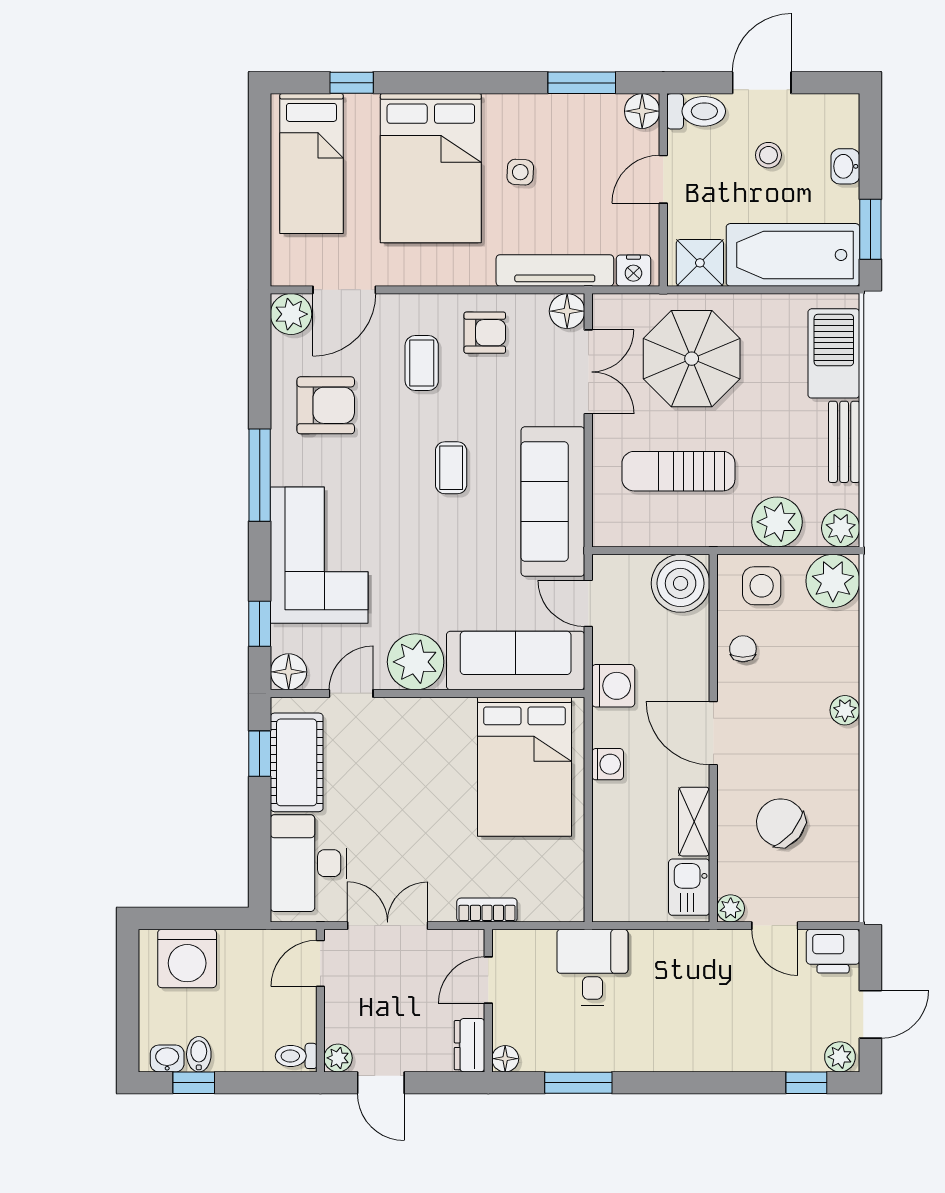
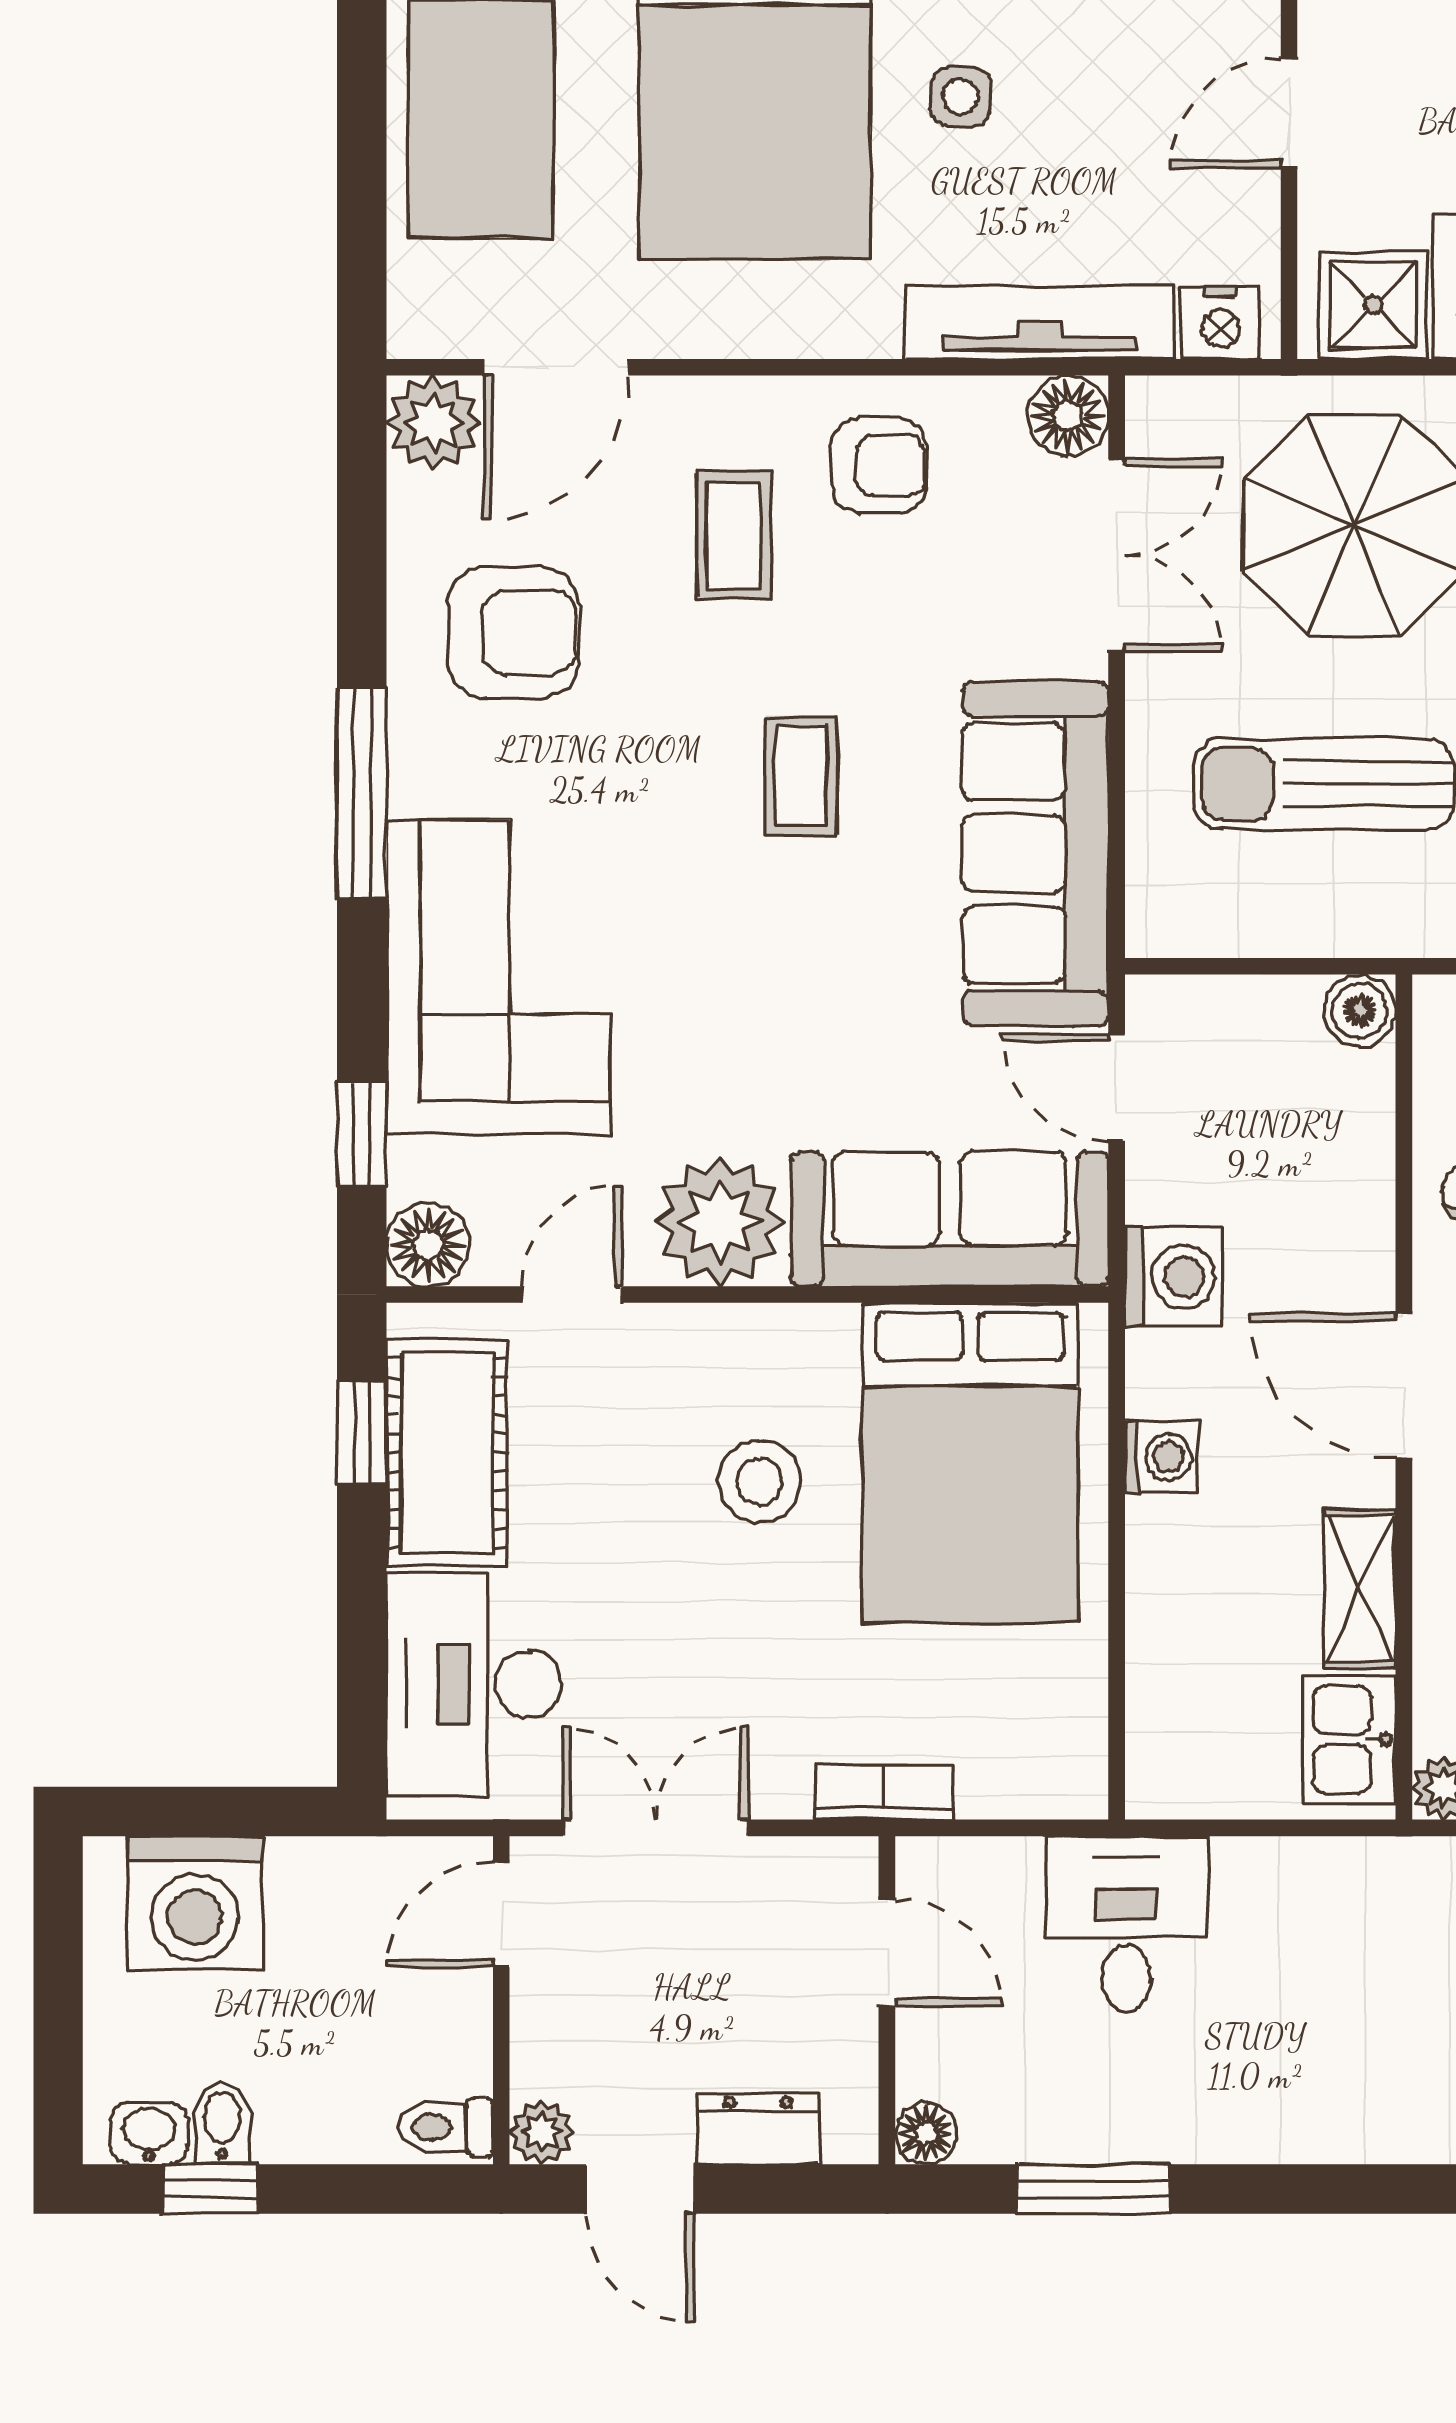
boiler: (681, 583) -> (1360, 1010), width x0.54, depth x0.54
stool: (433, 775) -> (759, 1481), added
door: (488, 980) -> (887, 1953), swing flipped
dresser: (470, 1045) -> (758, 2130), moved, turned 90

